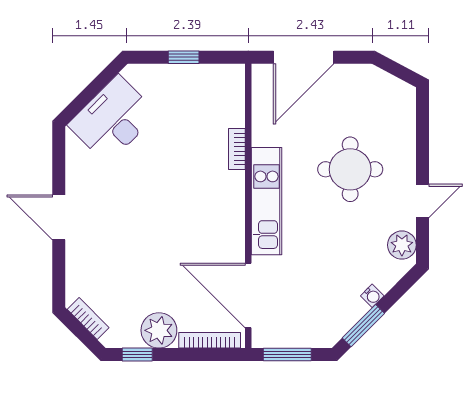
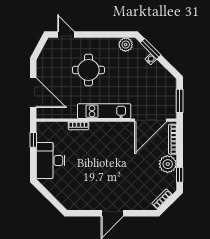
window: (184, 57) -> (33, 140), moved
desk: (113, 119) -> (51, 161), moved, turned 45
door: (422, 201) -> (66, 34), moved
window: (363, 326) -> (151, 49), moved

